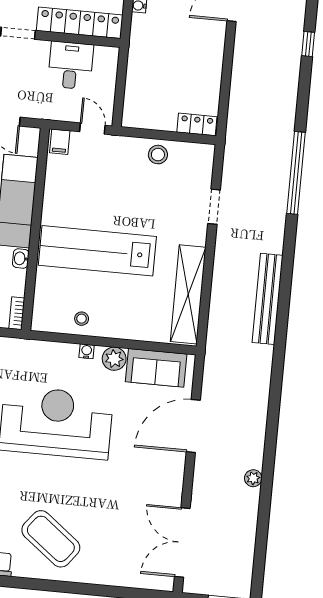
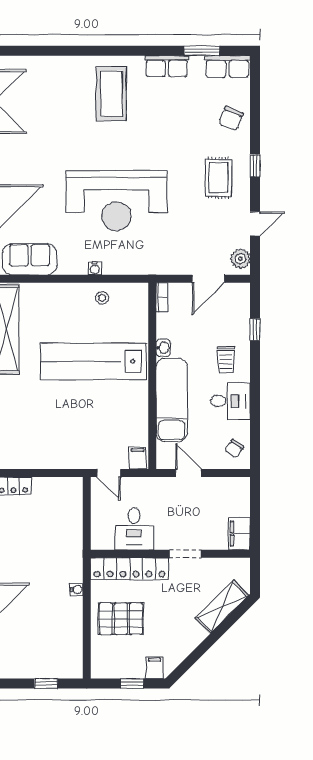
stool: (158, 155) -> (46, 455), removed
lab bench: (97, 251) -> (94, 361), turned 180
plant: (114, 359) -> (69, 264), removed
coffee table: (51, 539) -> (111, 94), turned 52

